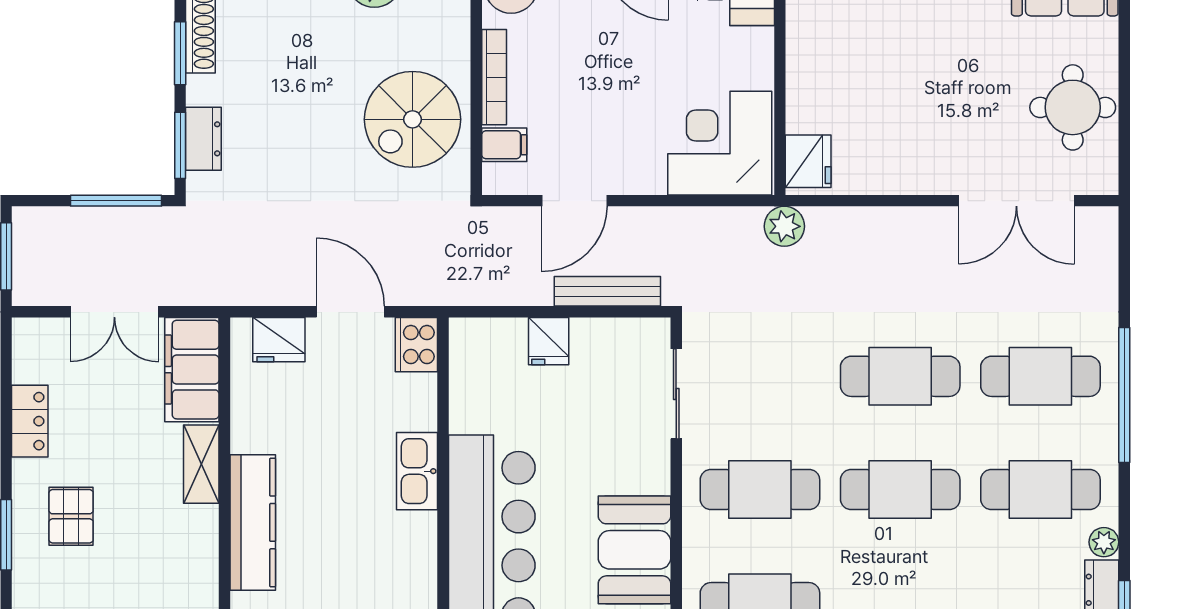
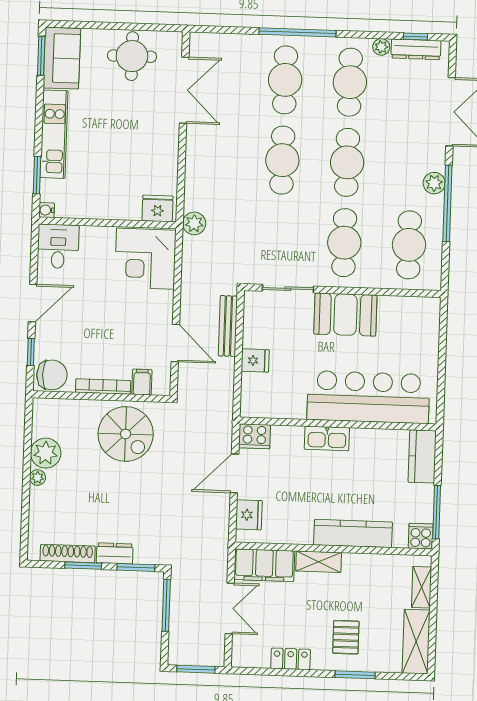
dresser: (203, 139) -> (115, 553), moved
pallet: (71, 516) -> (346, 637), turned 90
booth: (634, 550) -> (345, 315), moved

